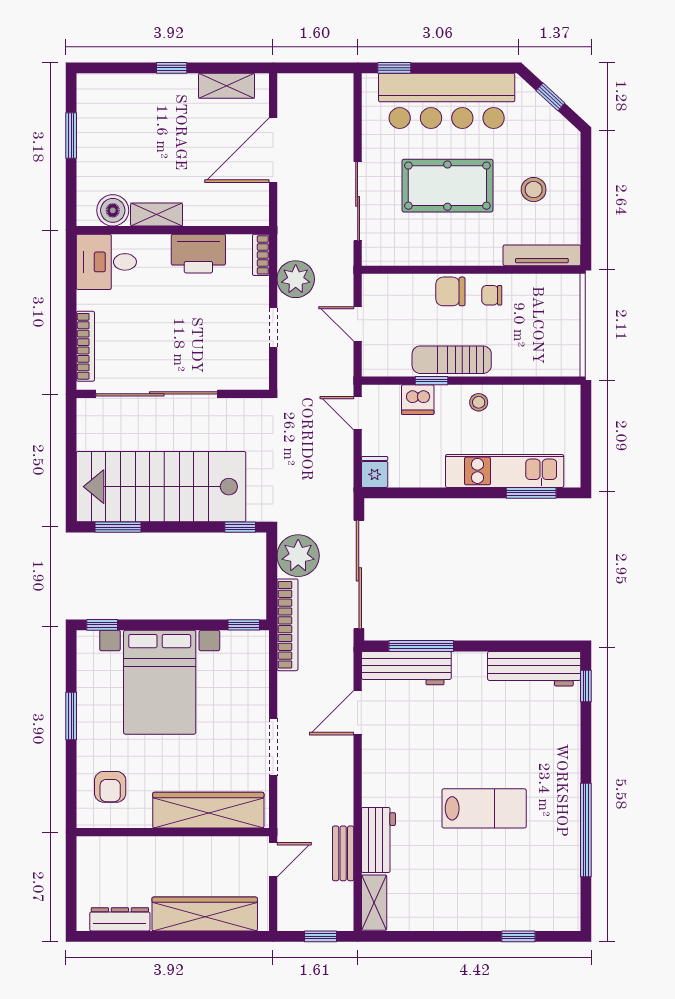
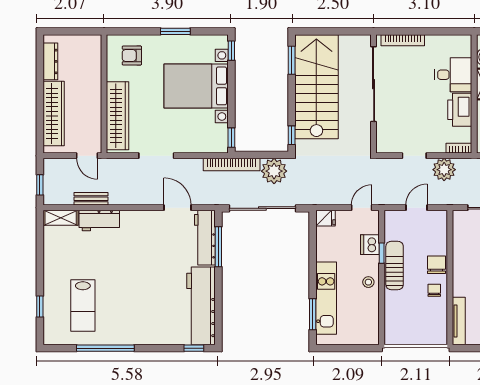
desk: (106, 262) -> (453, 75), moved, turned 90
workbench: (534, 669) -> (201, 306), width x1.36, depth x1.32
lab bench: (484, 808) -> (83, 305), moved

